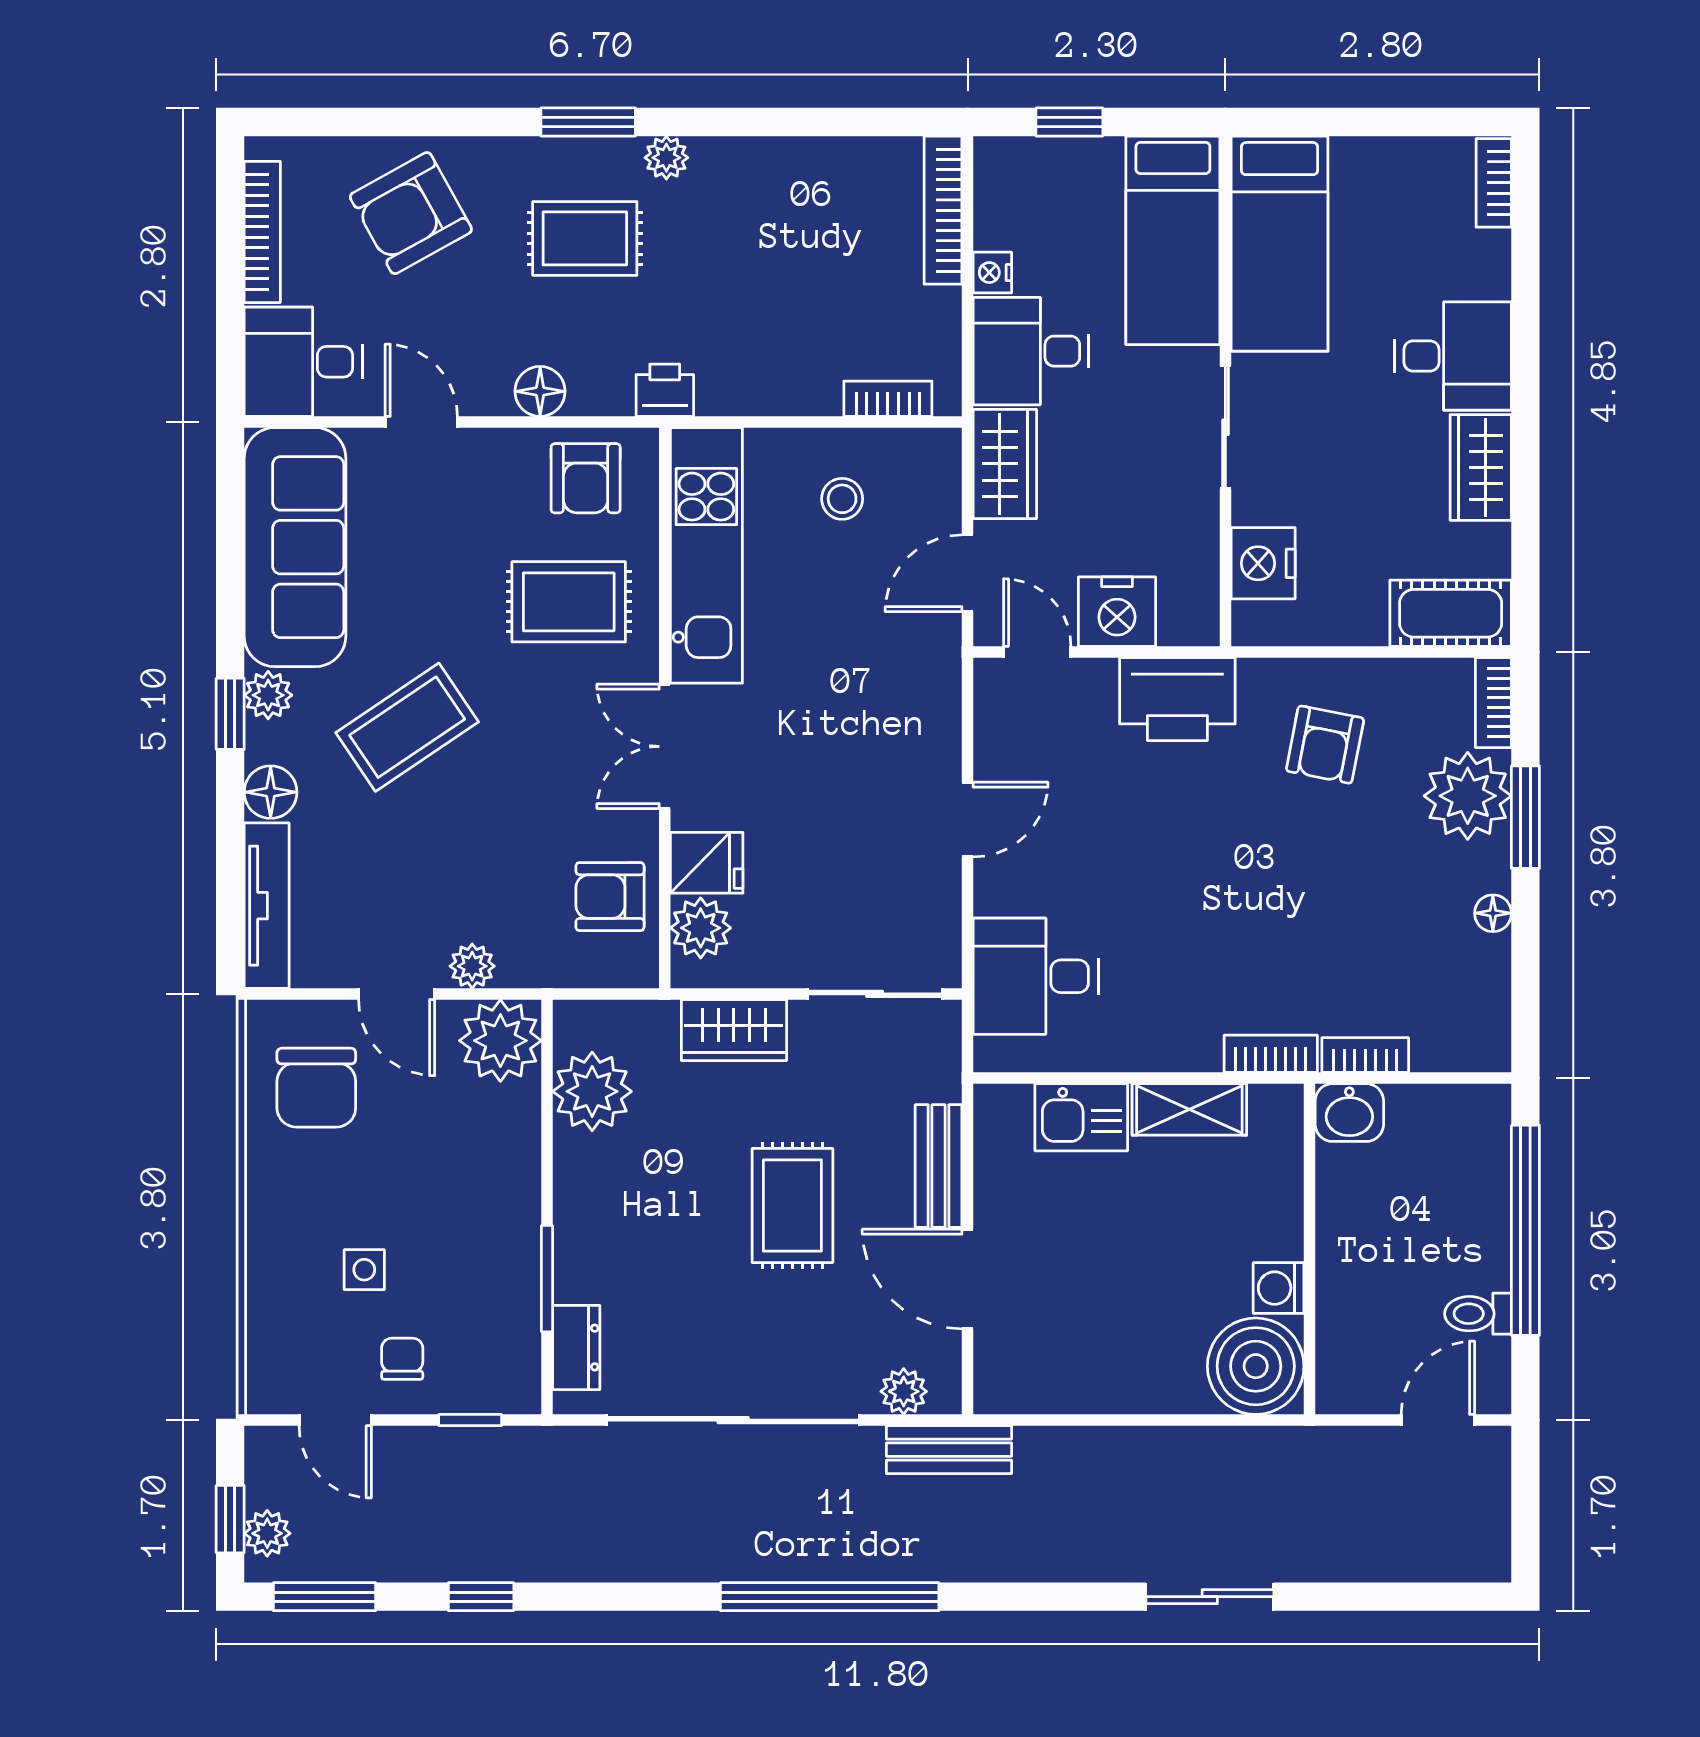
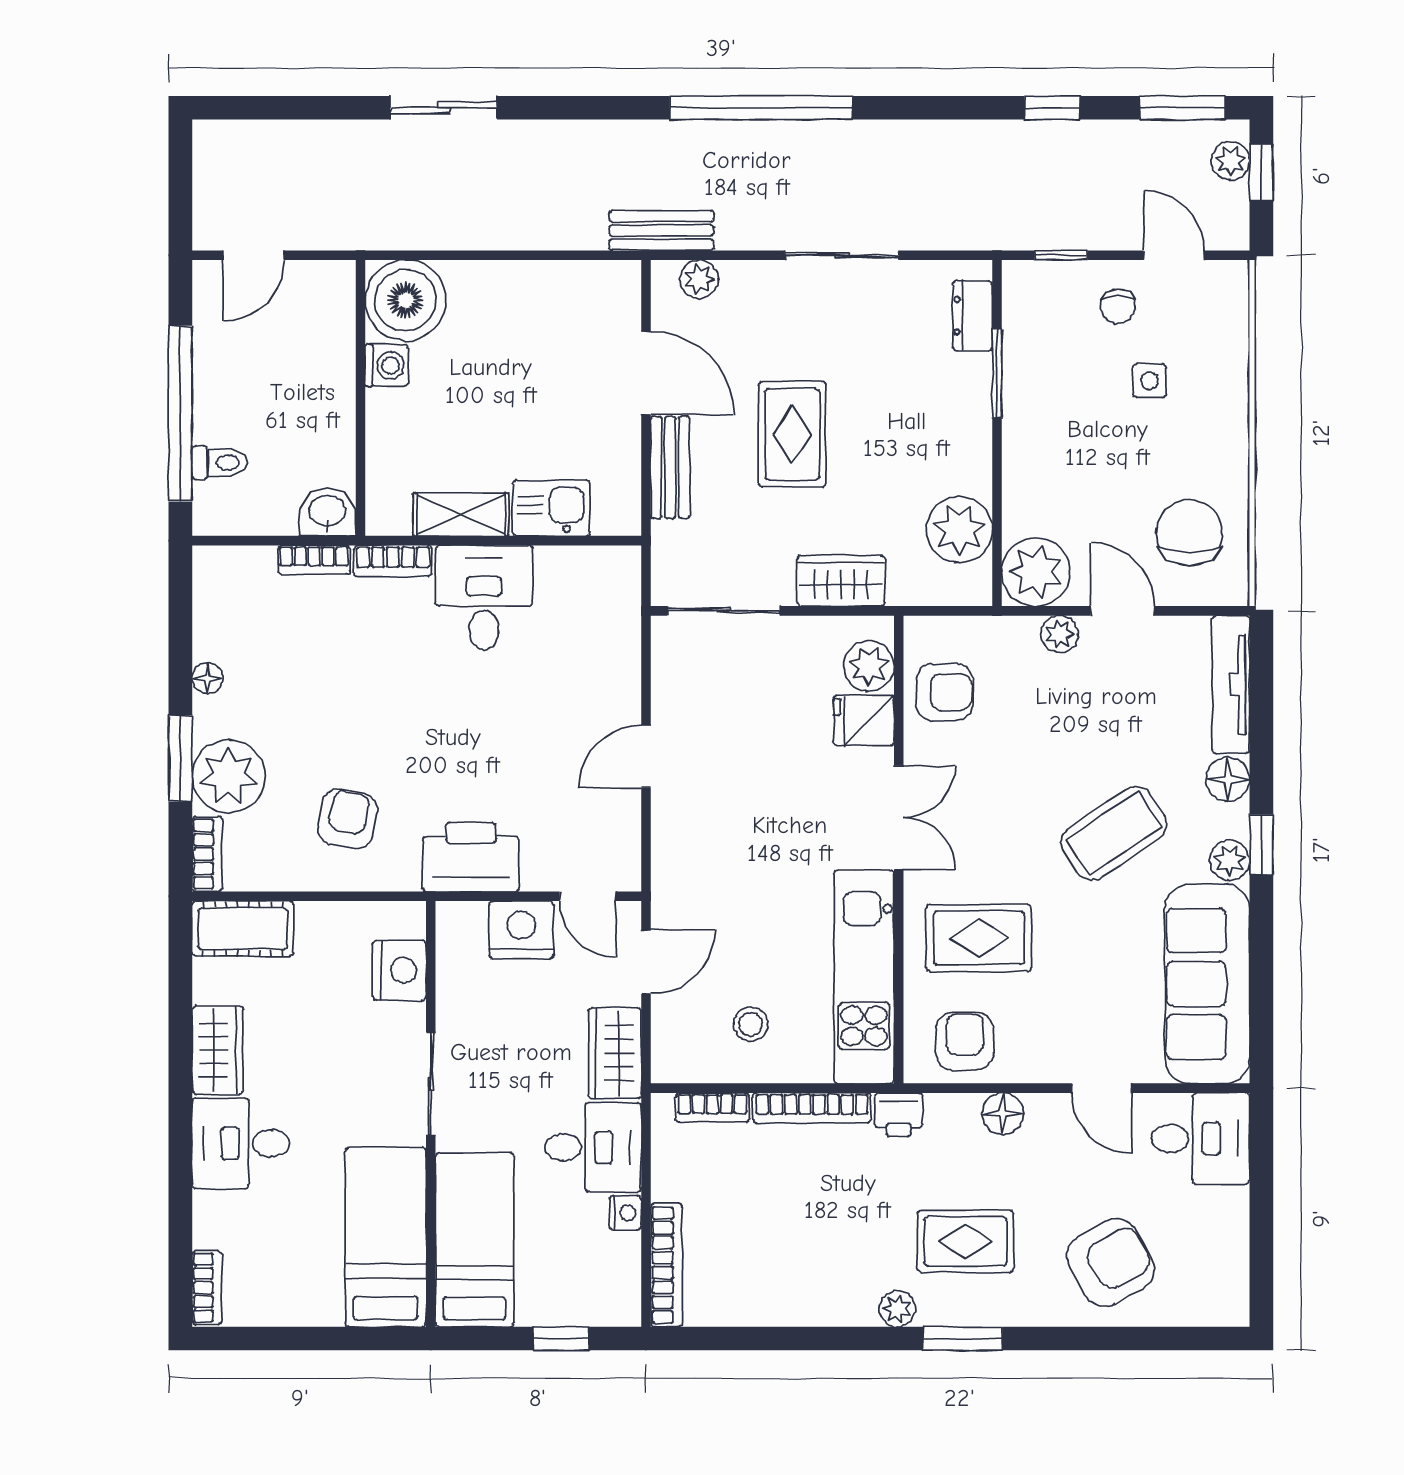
bookcase: (262, 232) -> (812, 1108), moved, turned -90
desk: (1036, 976) -> (484, 598), moved, turned -90
toilet: (1478, 1314) -> (220, 463), moved
sliding door: (733, 1420) -> (842, 255), width x0.54

